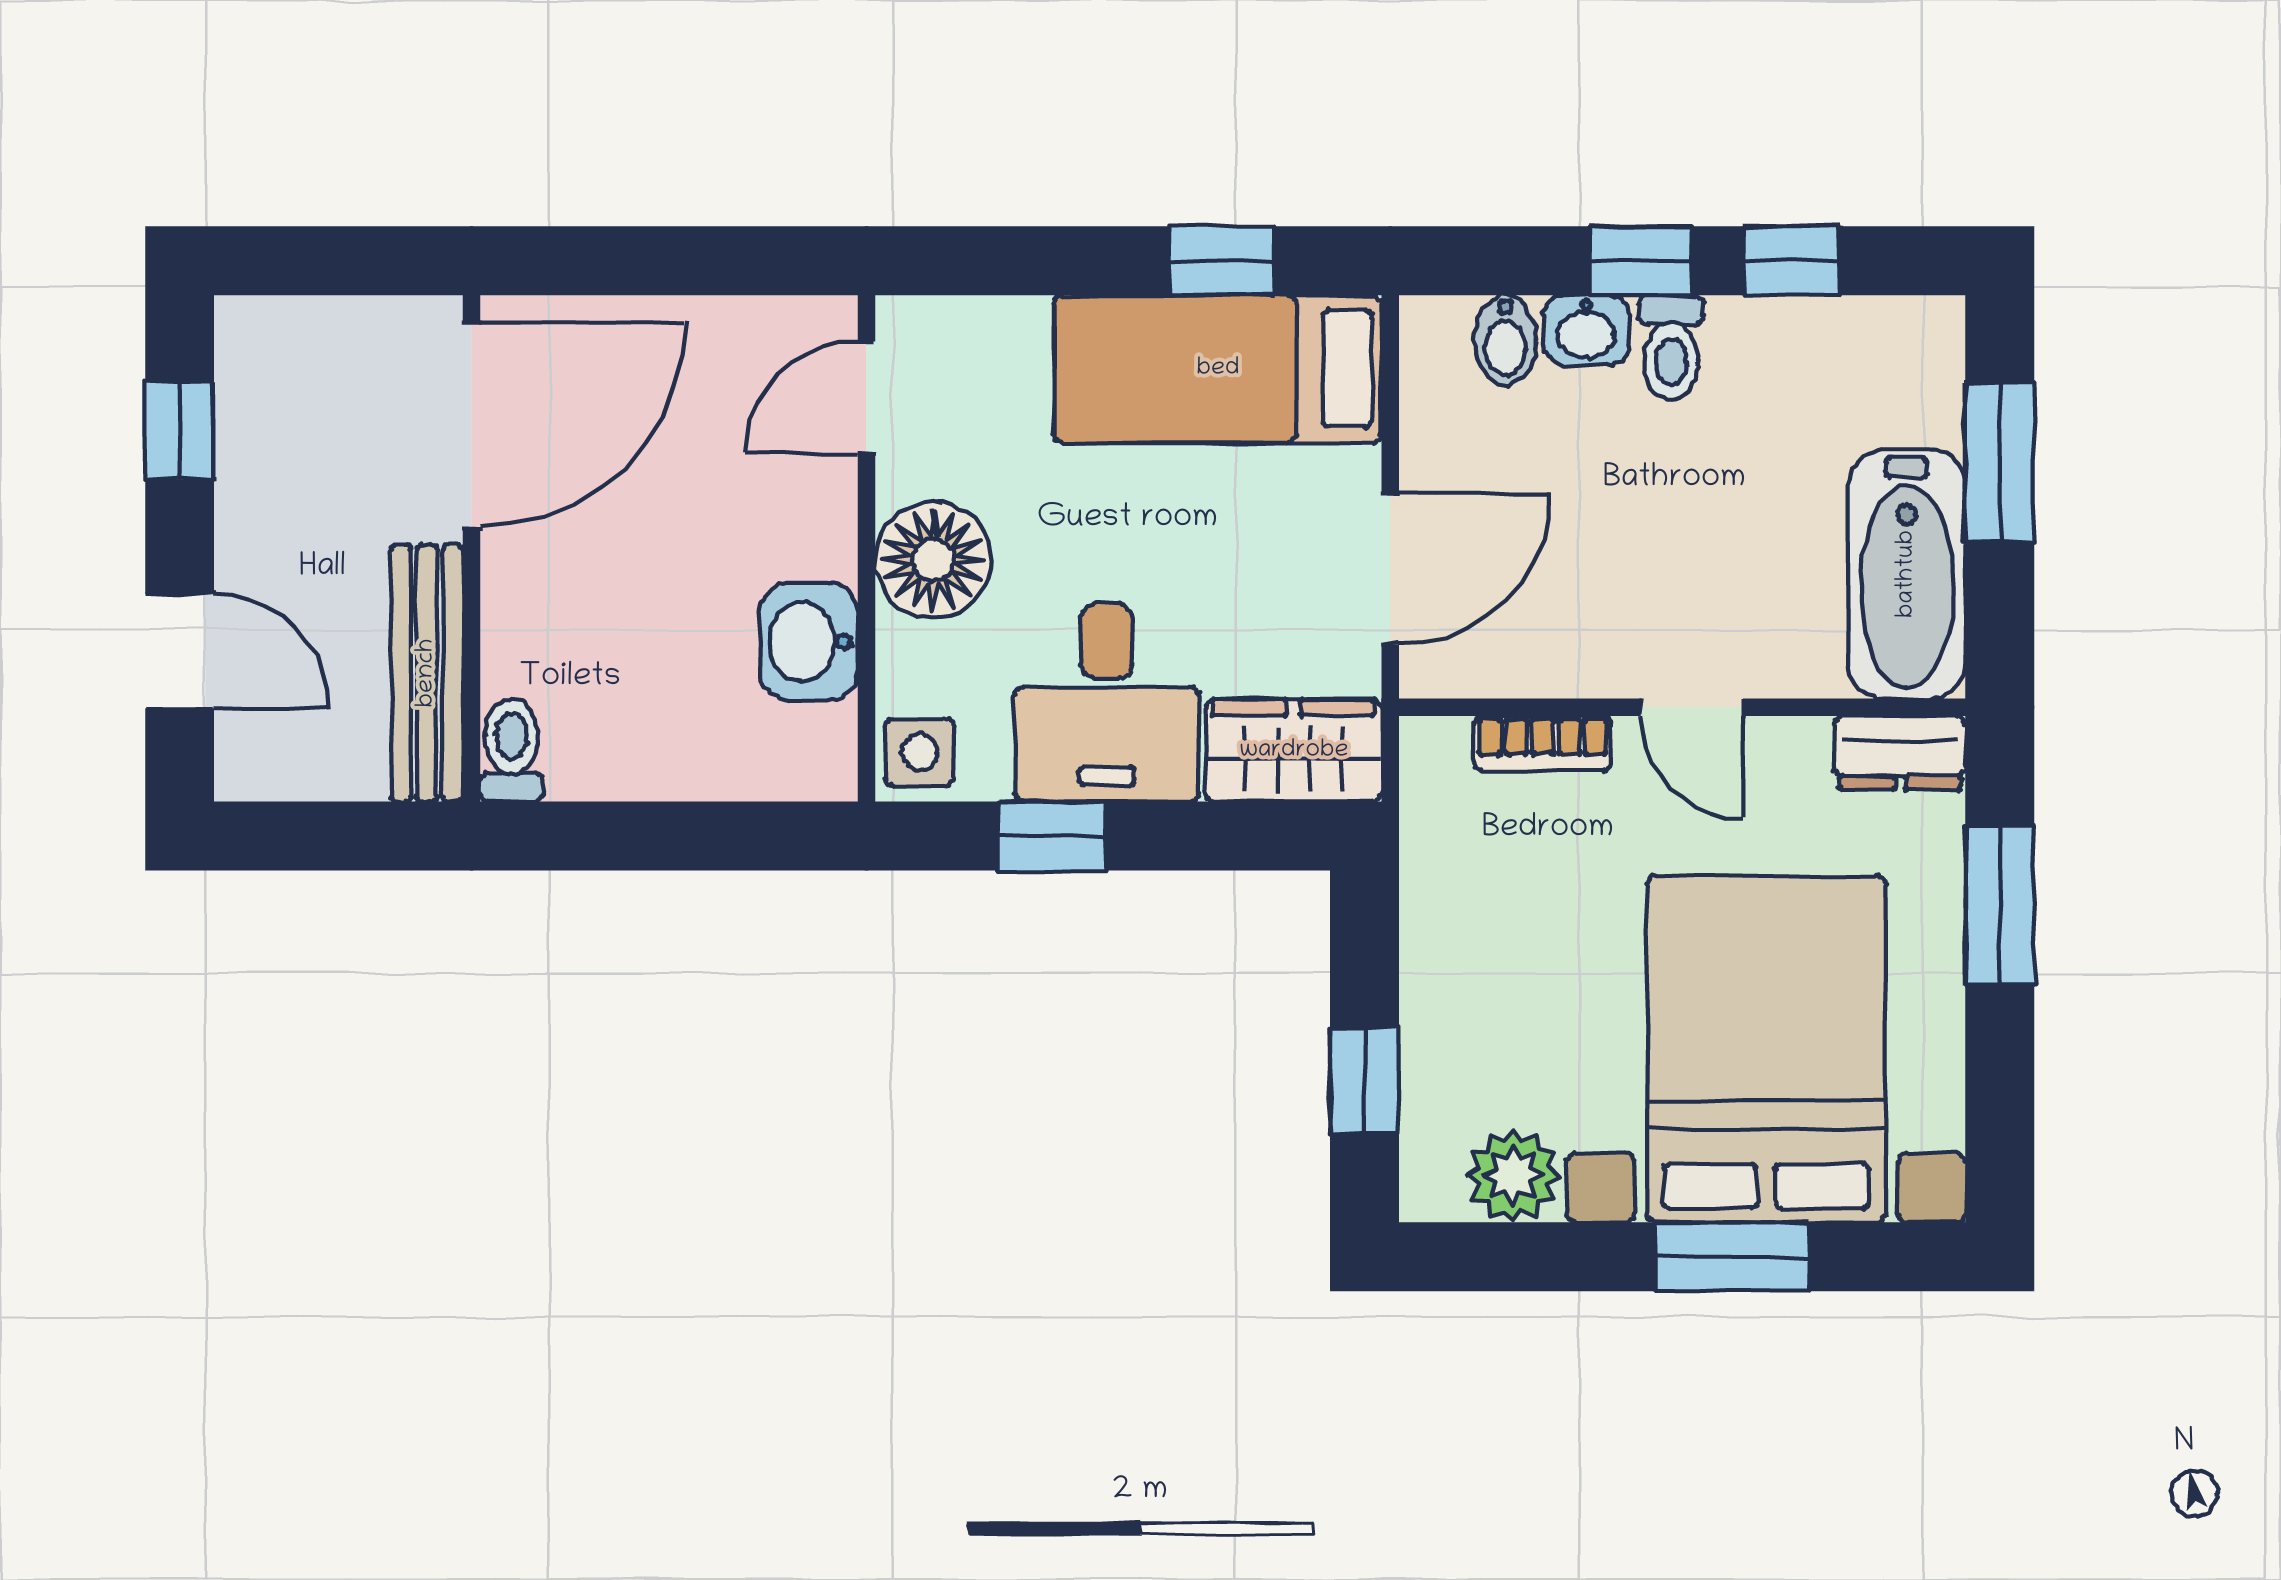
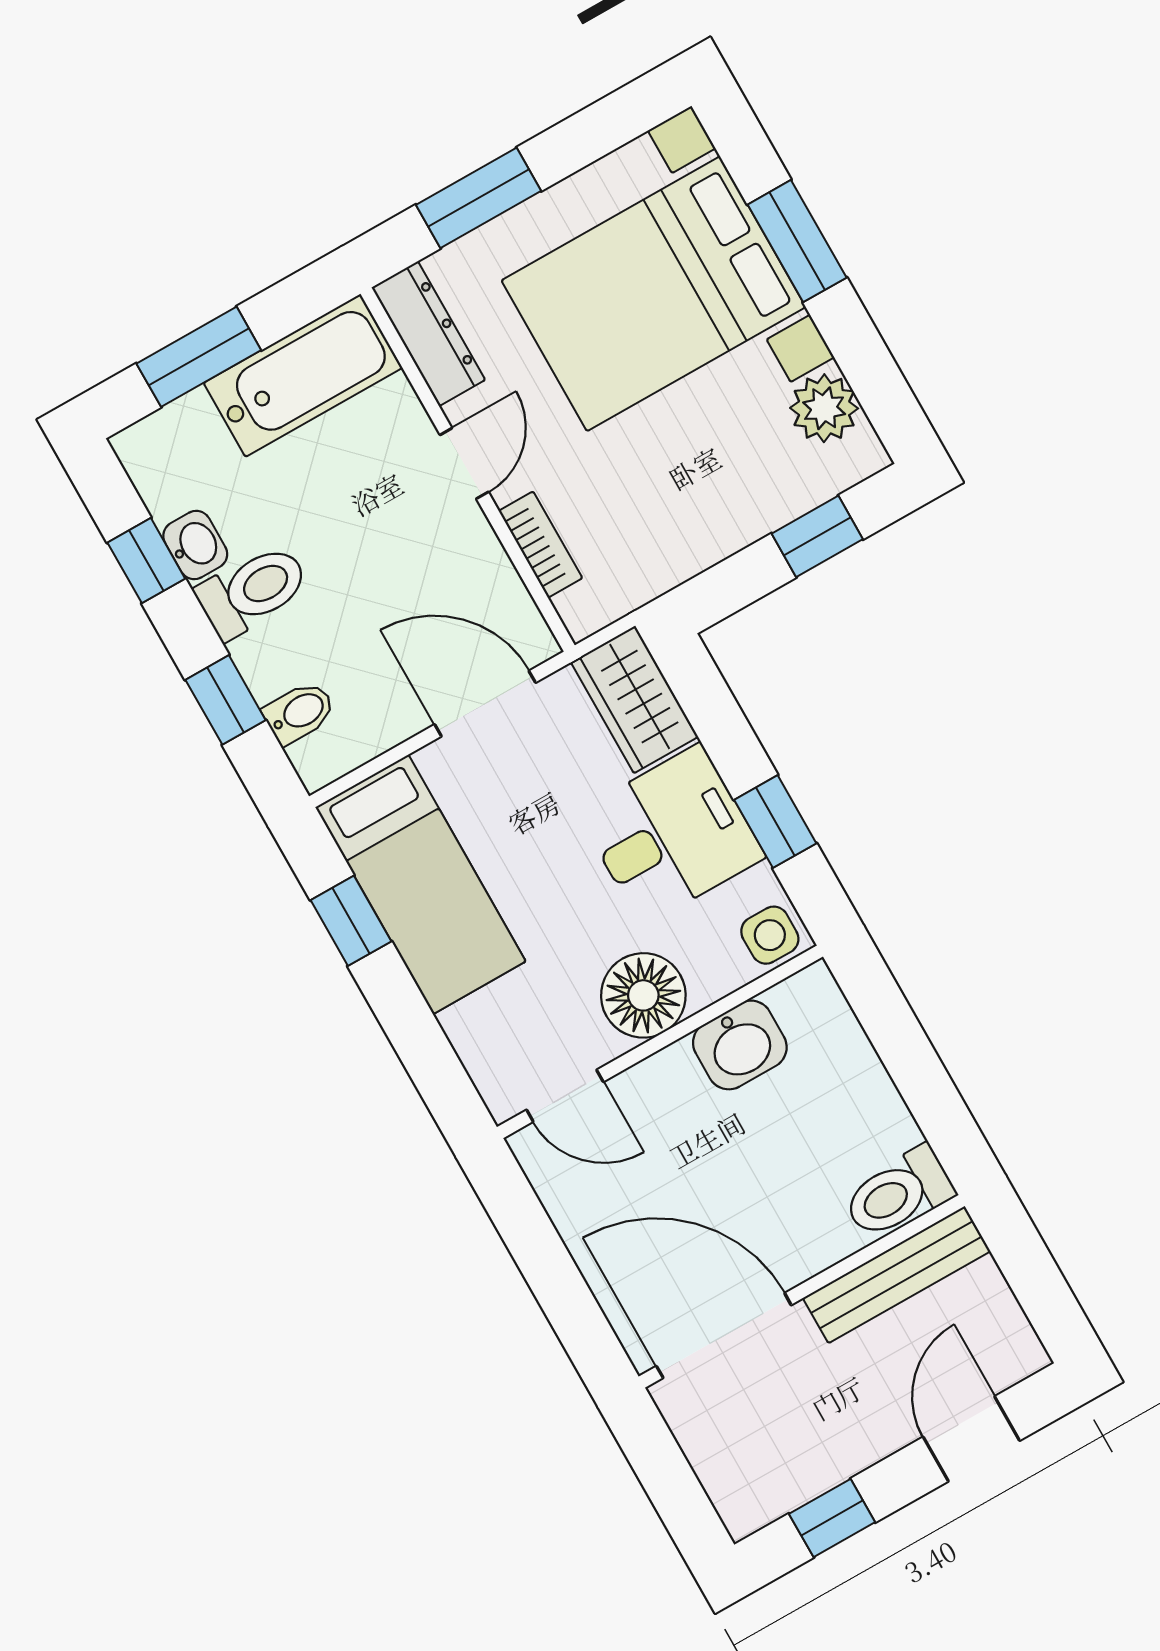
window: (1641, 261) -> (226, 700), moved
washbasin: (1586, 330) -> (195, 545), moved
toilet: (1671, 347) -> (253, 591), width x1.37, depth x1.39
toilet: (512, 750) -> (898, 1193), width x1.37, depth x1.39
dresser: (1900, 753) -> (428, 334), width x1.44

